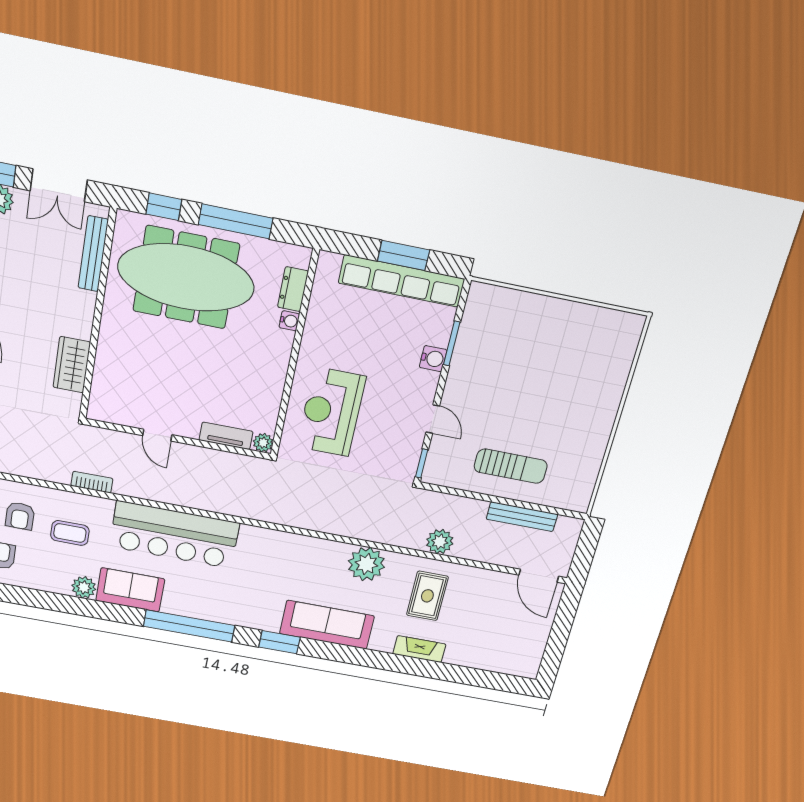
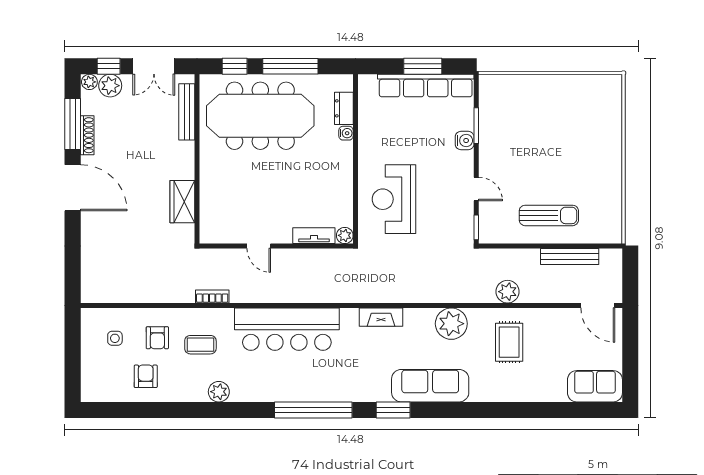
sofa: (130, 590) -> (595, 386), moved
fireplace: (419, 649) -> (381, 317), moved, turned 180

